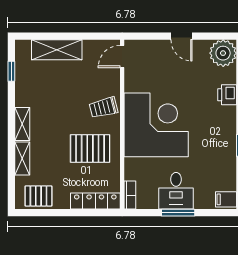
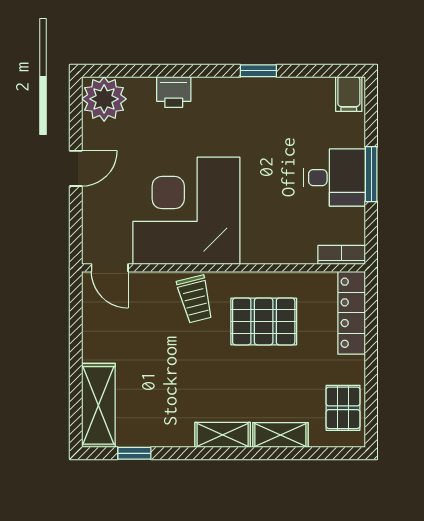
shelving: (57, 50) -> (98, 405), moved
corner desk: (156, 125) -> (186, 211), moved
pallet: (90, 148) -> (264, 321), turned 90

